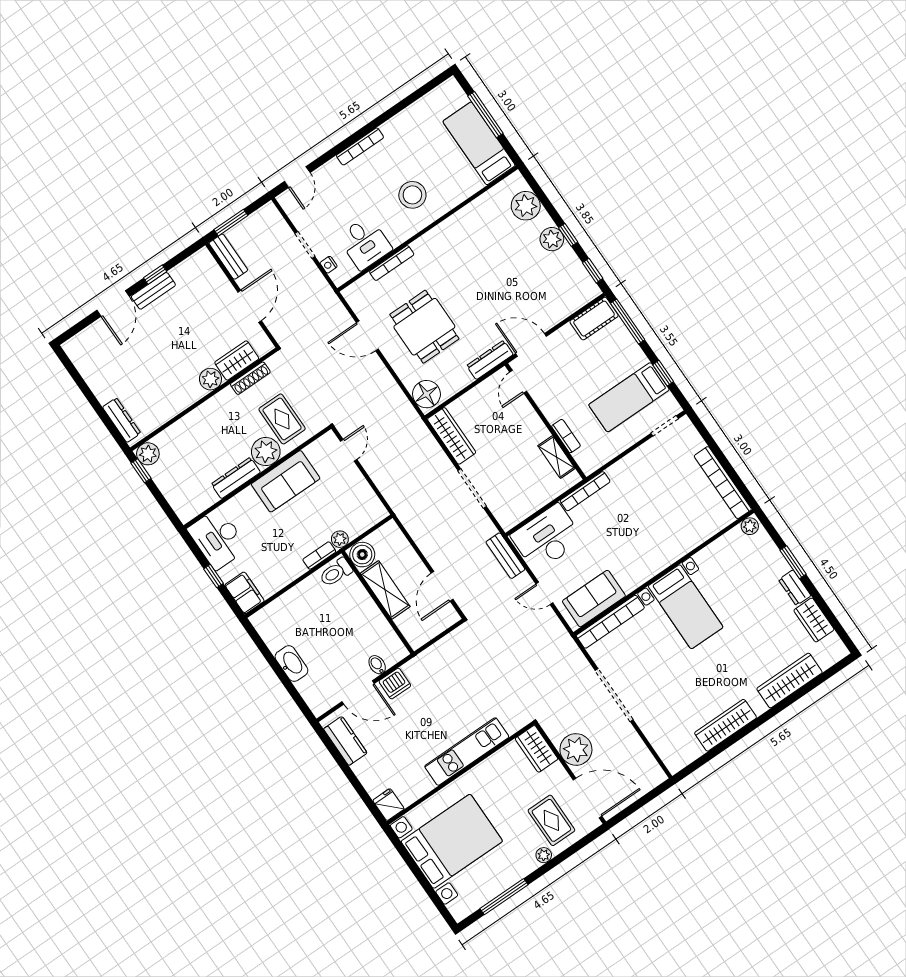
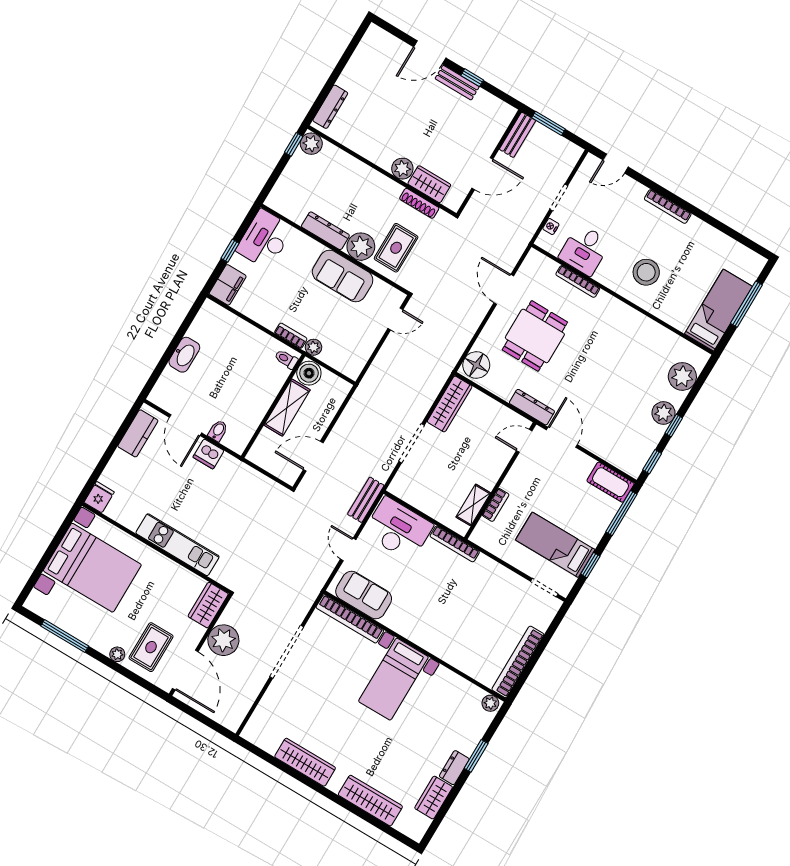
toilet: (336, 572) -> (286, 359), width x0.73, depth x0.72

